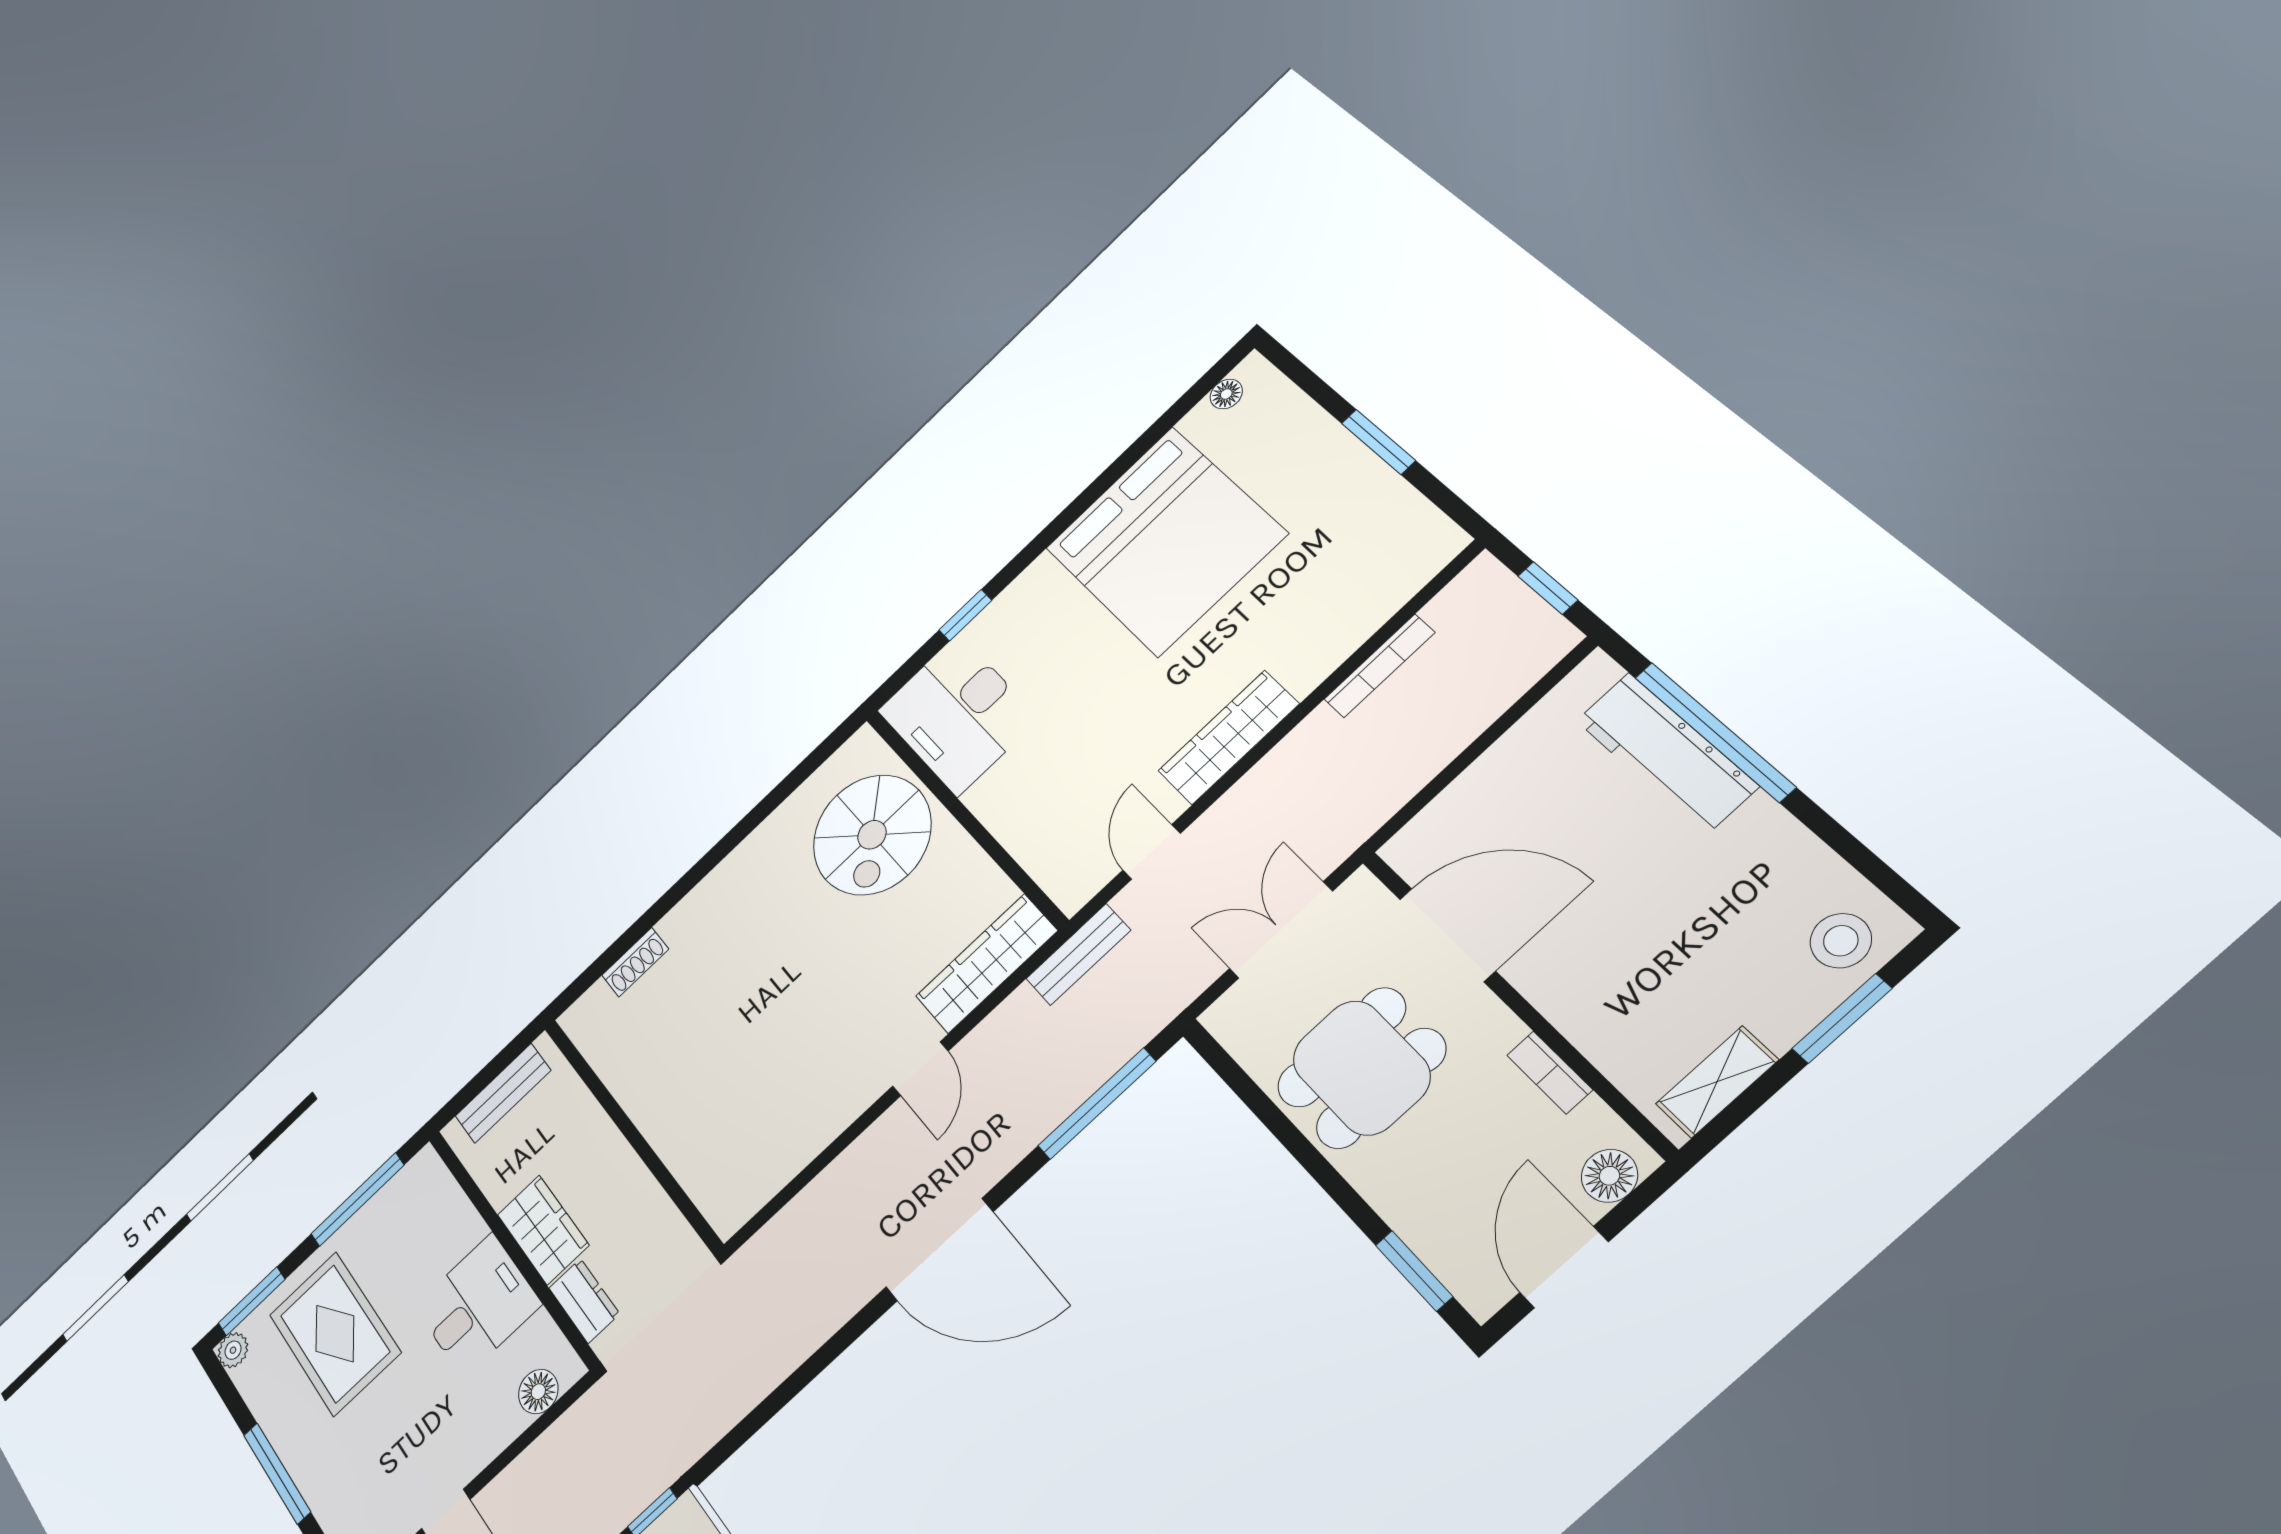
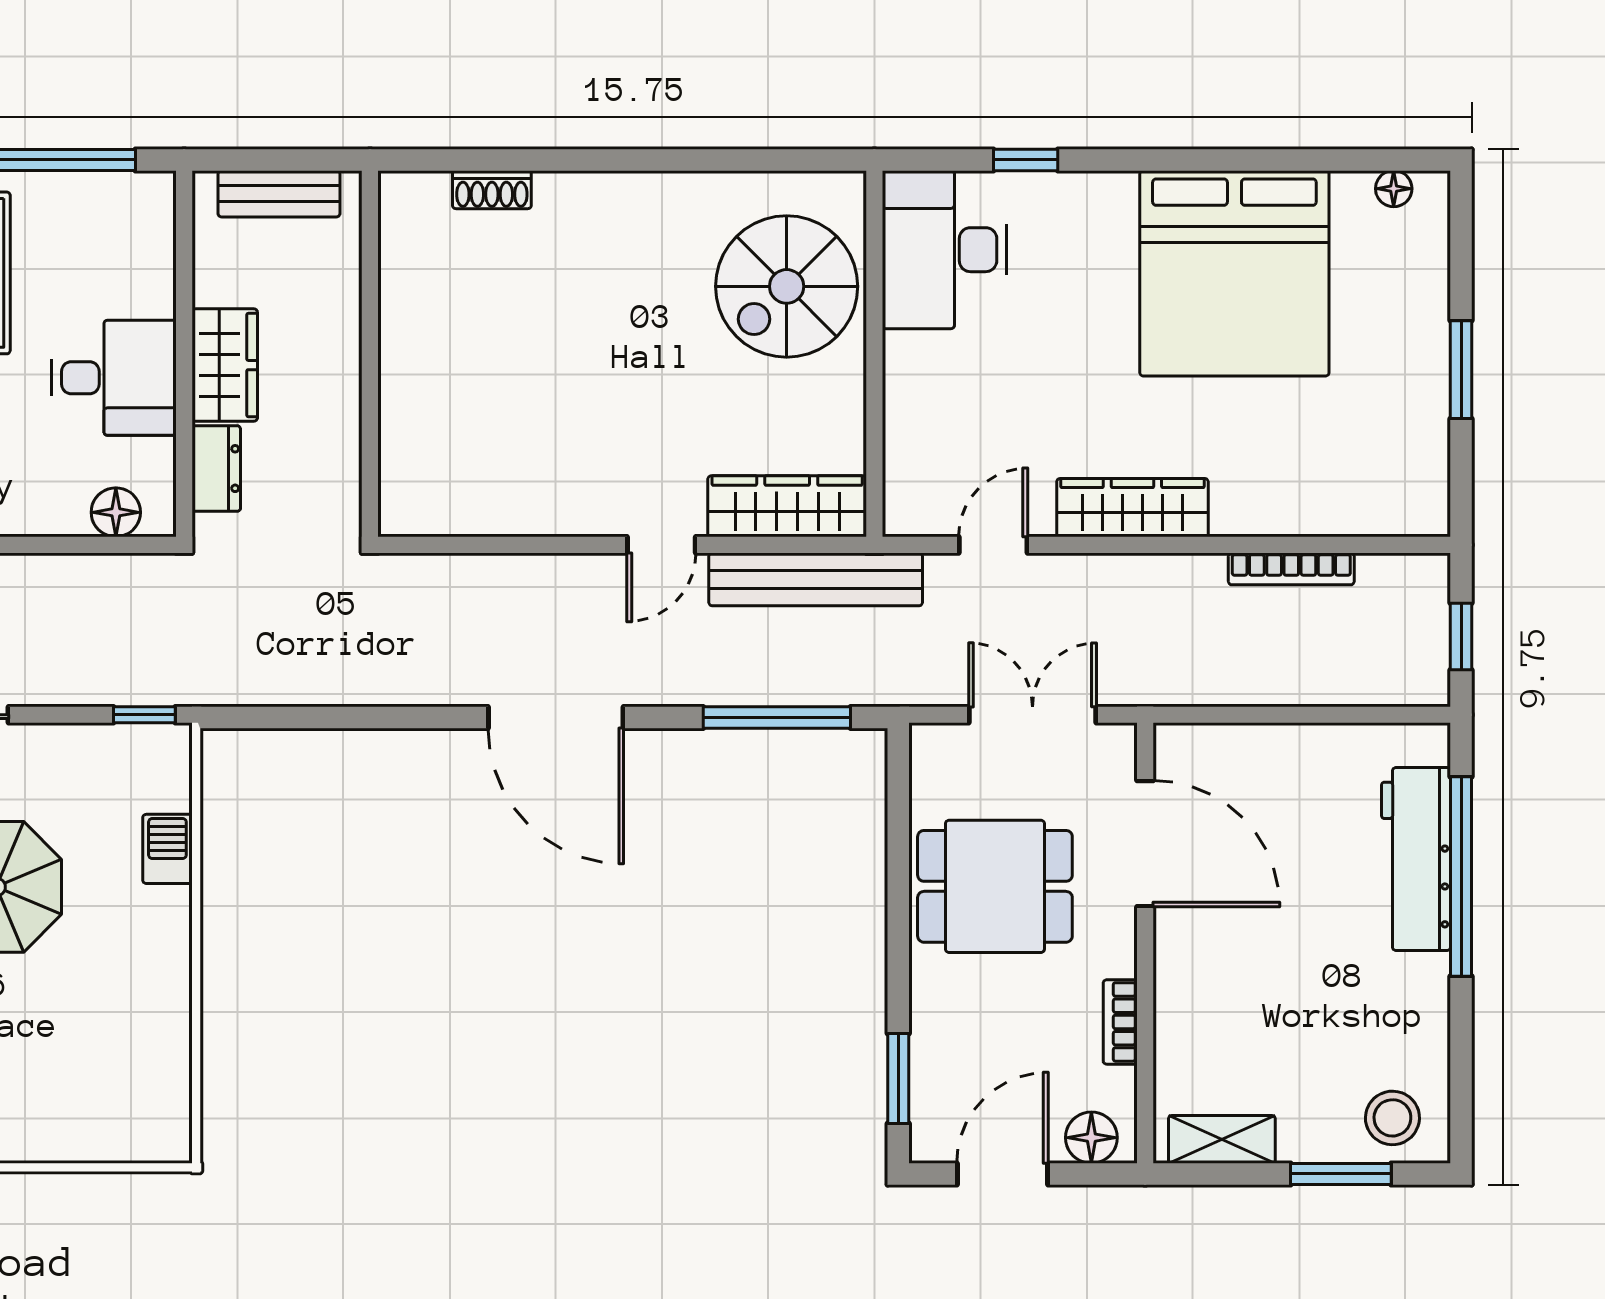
bench: (1078, 954) -> (816, 579), width x1.86, depth x1.21

